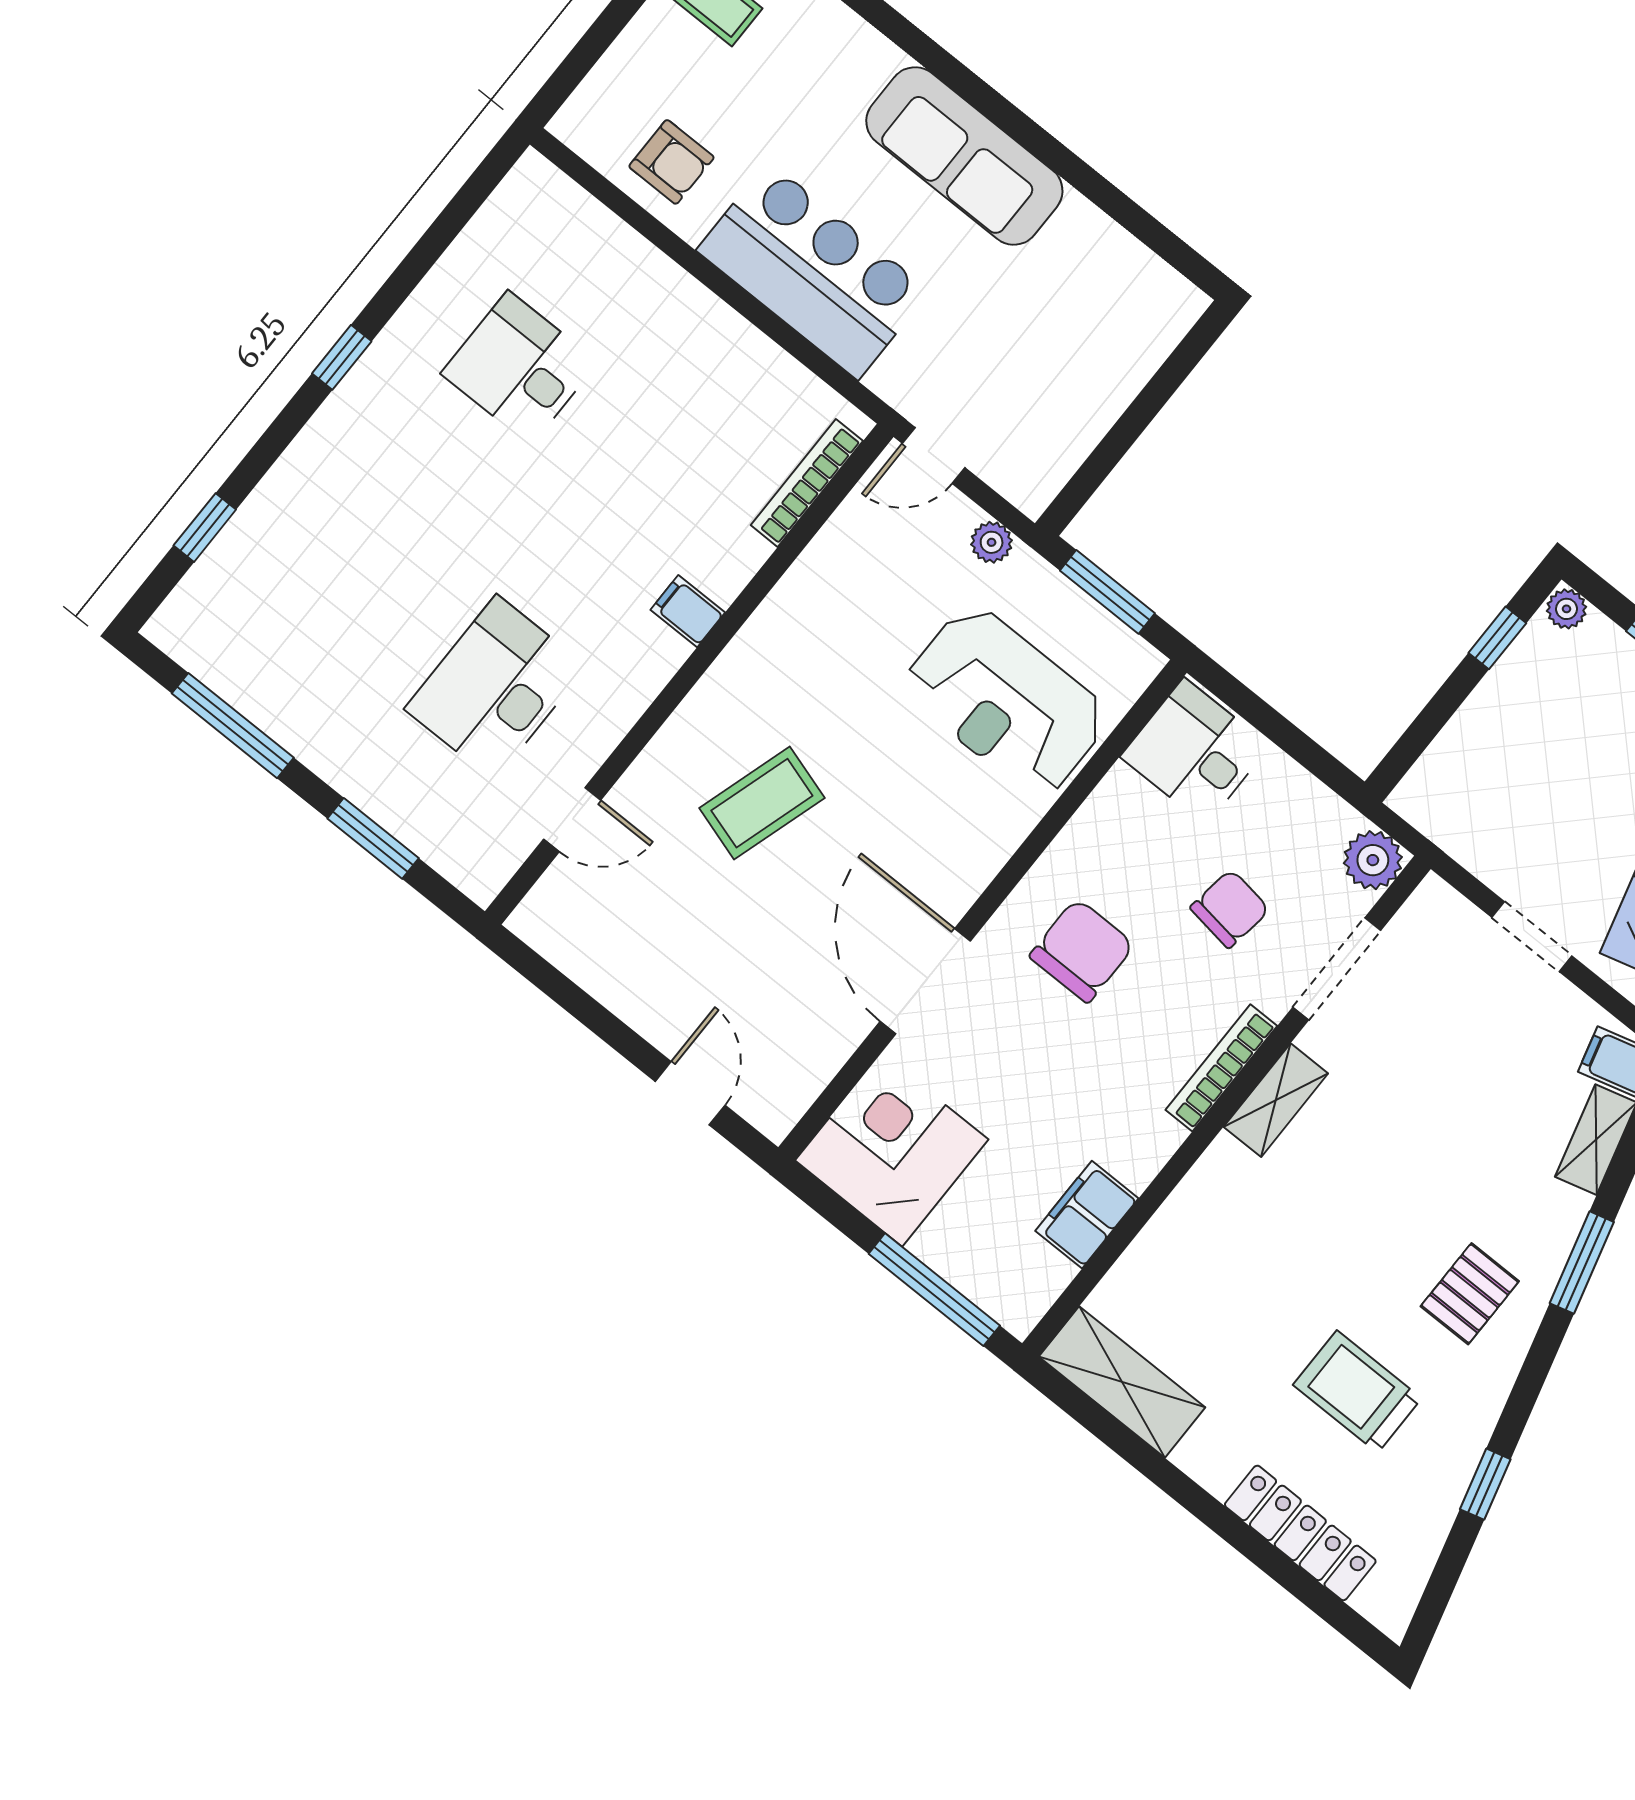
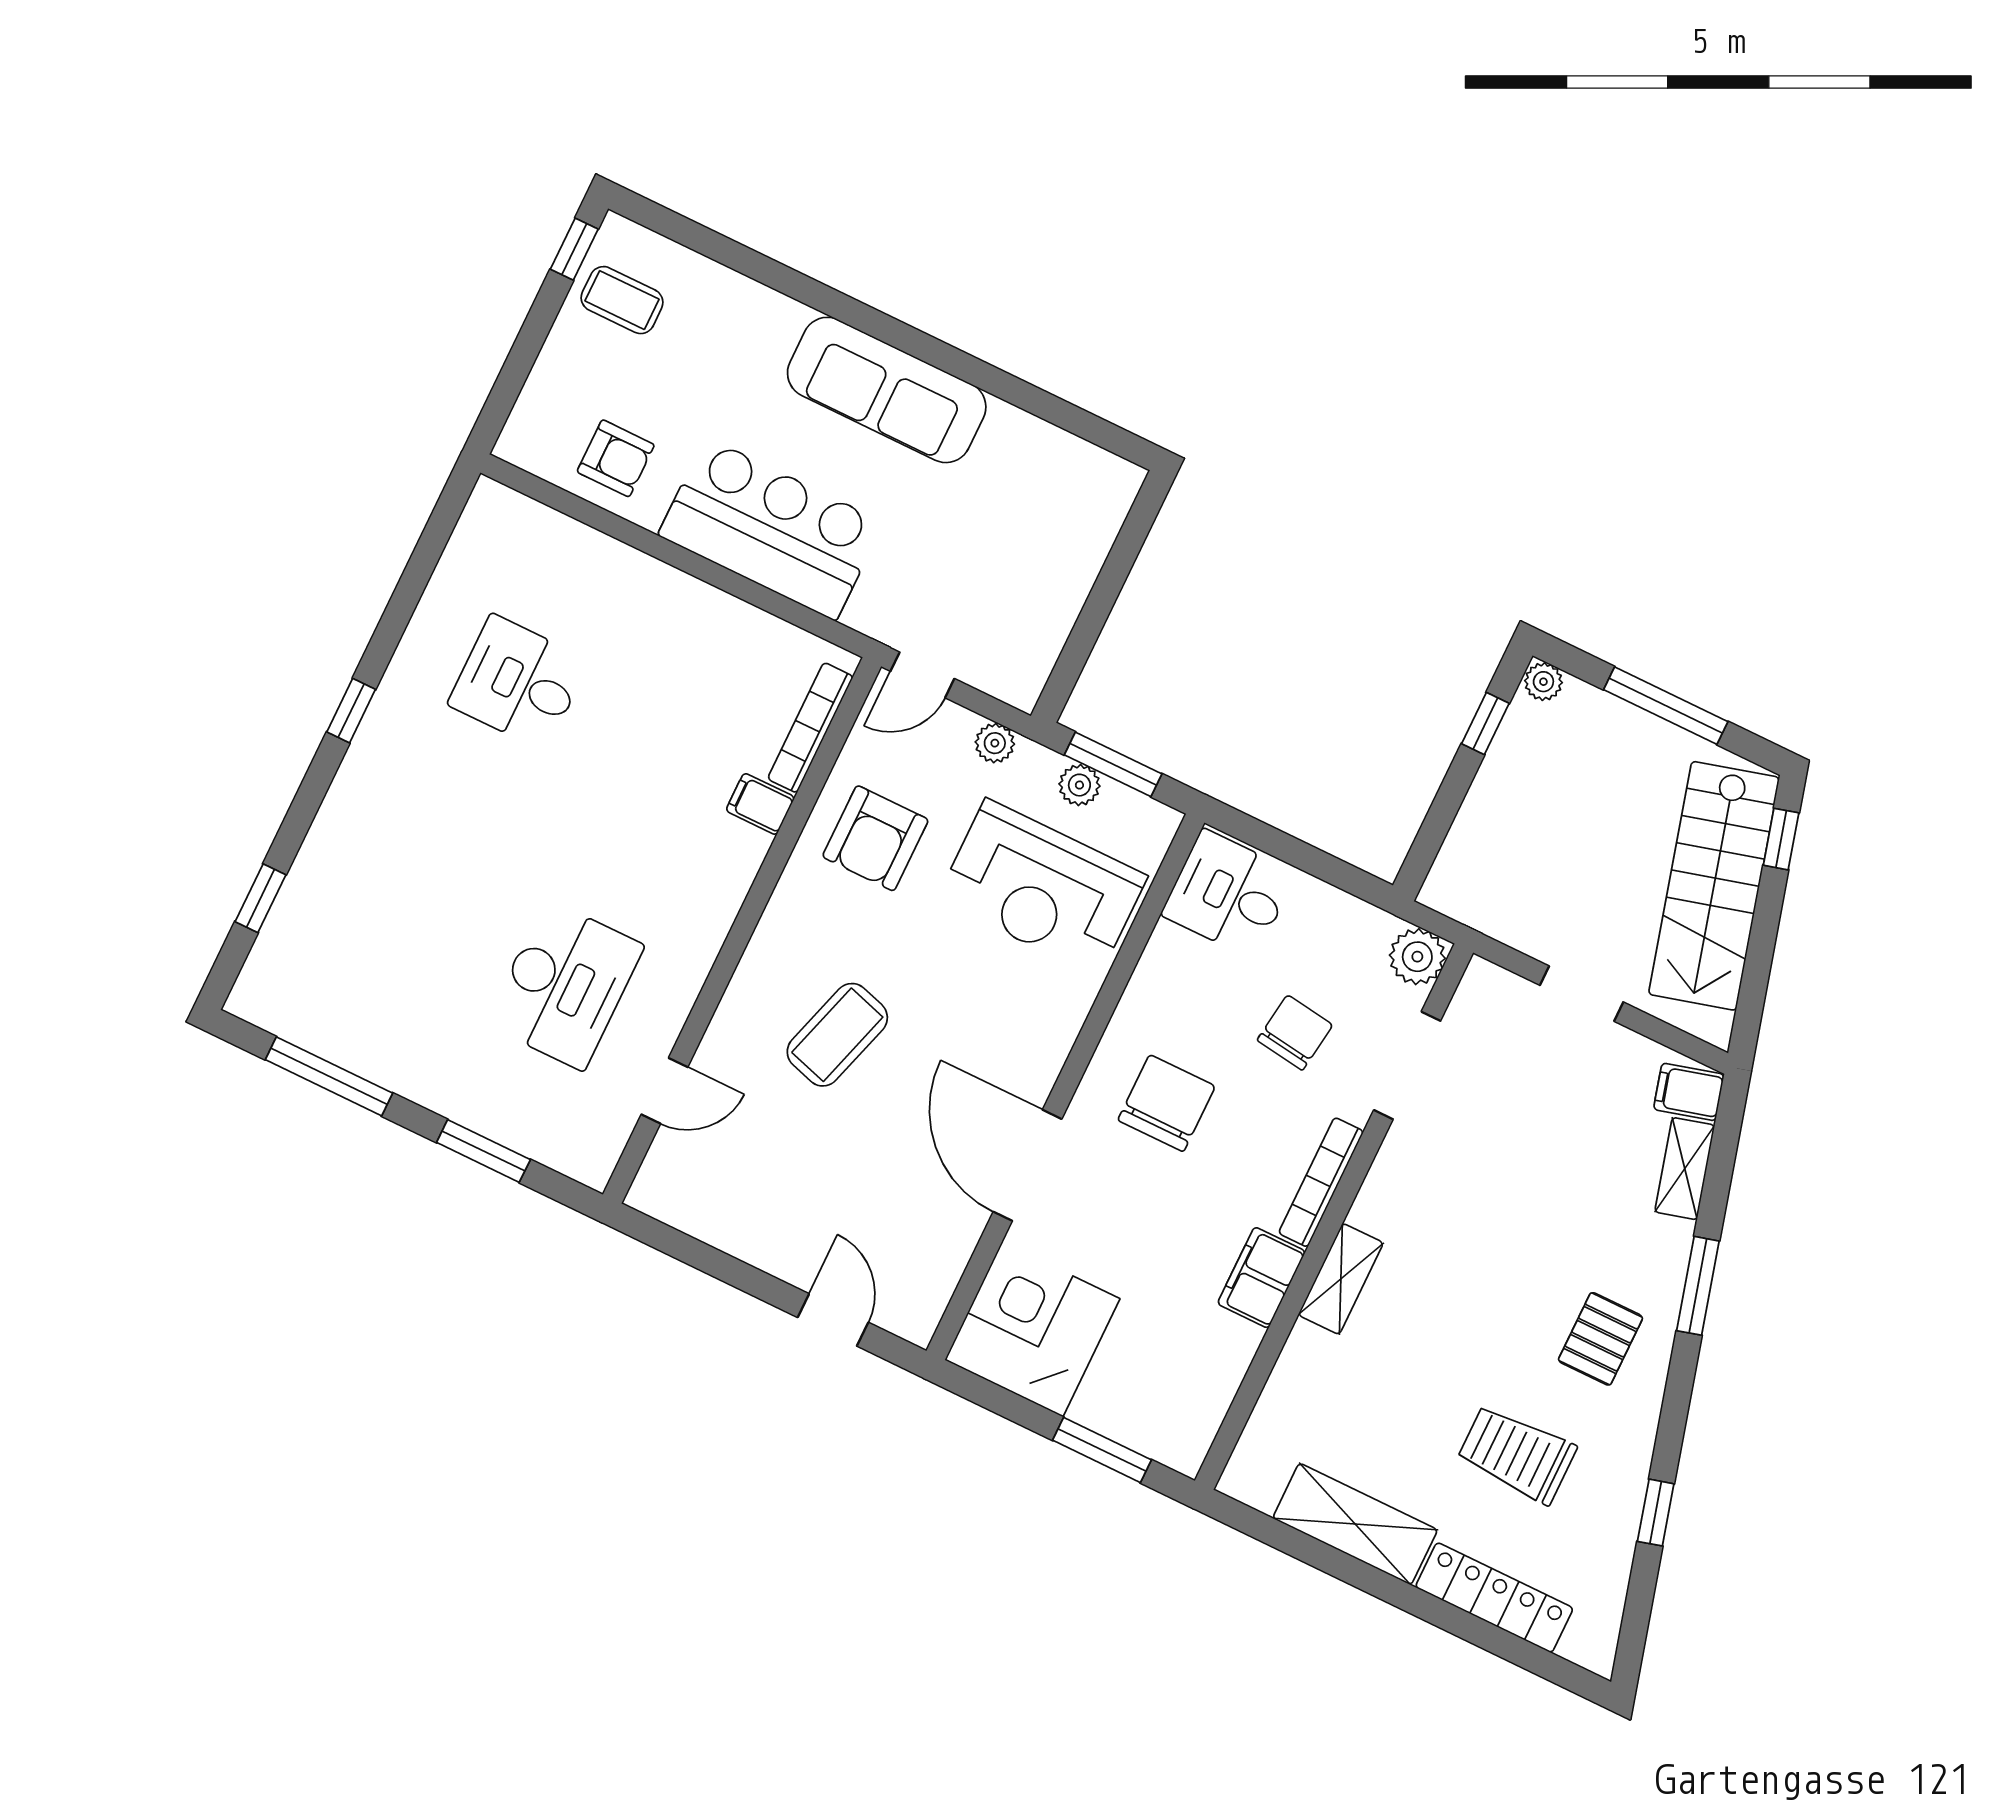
plant: (1068, 605) -> (1079, 785), added
filing cabinet: (688, 611) -> (760, 804), moved
armchair: (847, 611) -> (875, 838), added
desk: (495, 688) -> (565, 985), turned 180
shelving: (1276, 1100) -> (1341, 1279), moved
filing cabinet: (1087, 1215) -> (1261, 1278), moved
window: (934, 1290) -> (1102, 1450), width x0.69
shelving: (1122, 1382) -> (1355, 1524), moved

